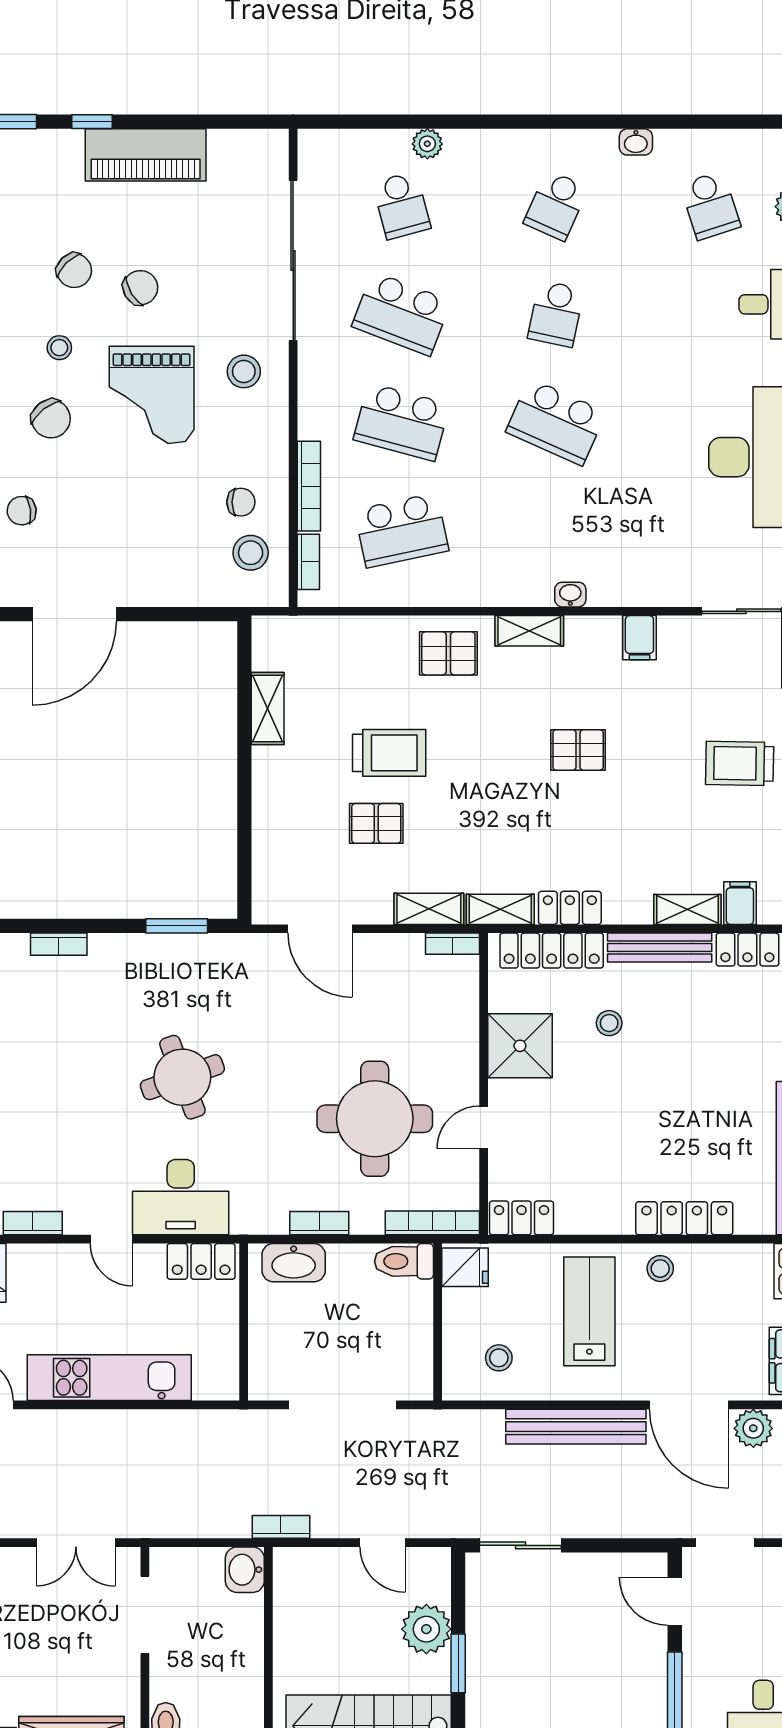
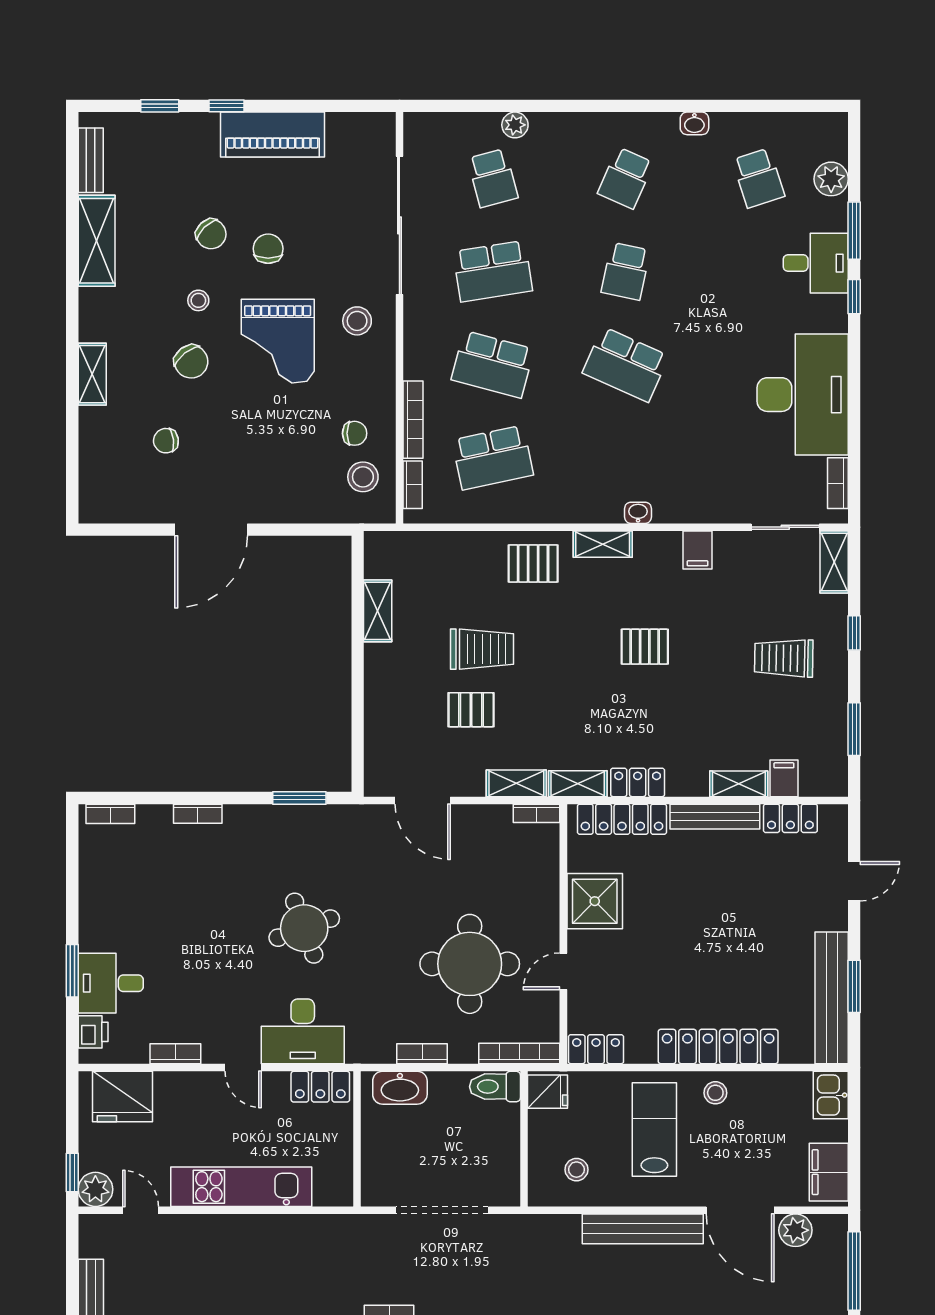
chair: (140, 288) -> (268, 249), turned -59
school desk: (401, 314) -> (493, 271), turned -30
stool: (609, 1023) -> (671, 882), removed
locker: (684, 1218) -> (718, 1047), width x1.41, depth x1.21

